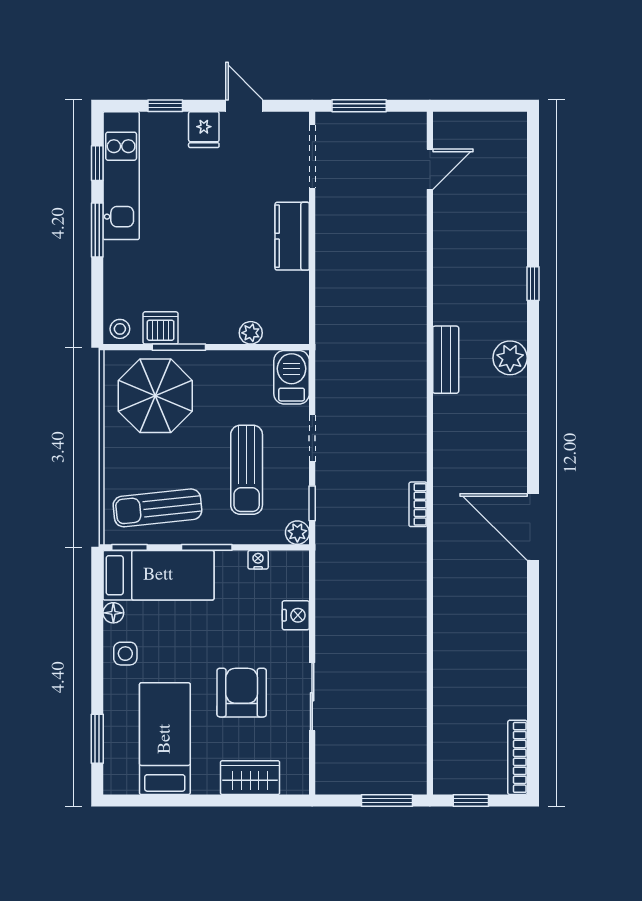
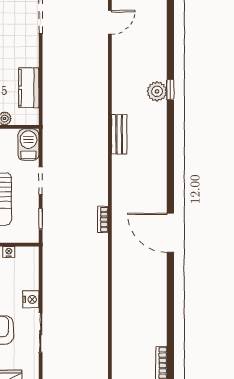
kitchen counter: (292, 236) -> (29, 88), moved
plant: (510, 358) -> (157, 91), moved
plant: (297, 533) -> (32, 236), removed
nightstand: (296, 615) -> (31, 299), moved

